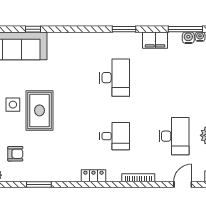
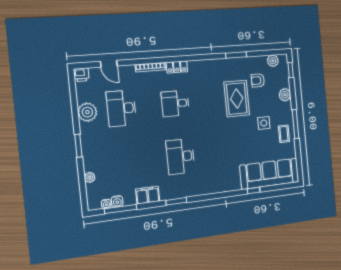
rug: (39, 110) -> (237, 99), moved
locker: (93, 176) -> (177, 67), moved
door: (183, 185) -> (109, 64), hinge flipped

